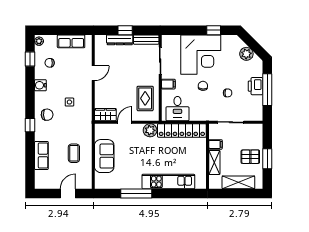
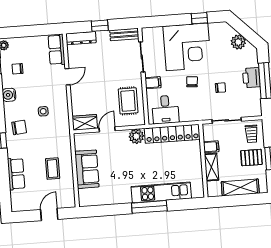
dresser: (120, 40) -> (81, 38), moved
row of seats: (71, 41) -> (57, 50), moved, turned 90
trolley: (252, 136) -> (251, 134), added
window: (136, 194) -> (149, 207), moved

